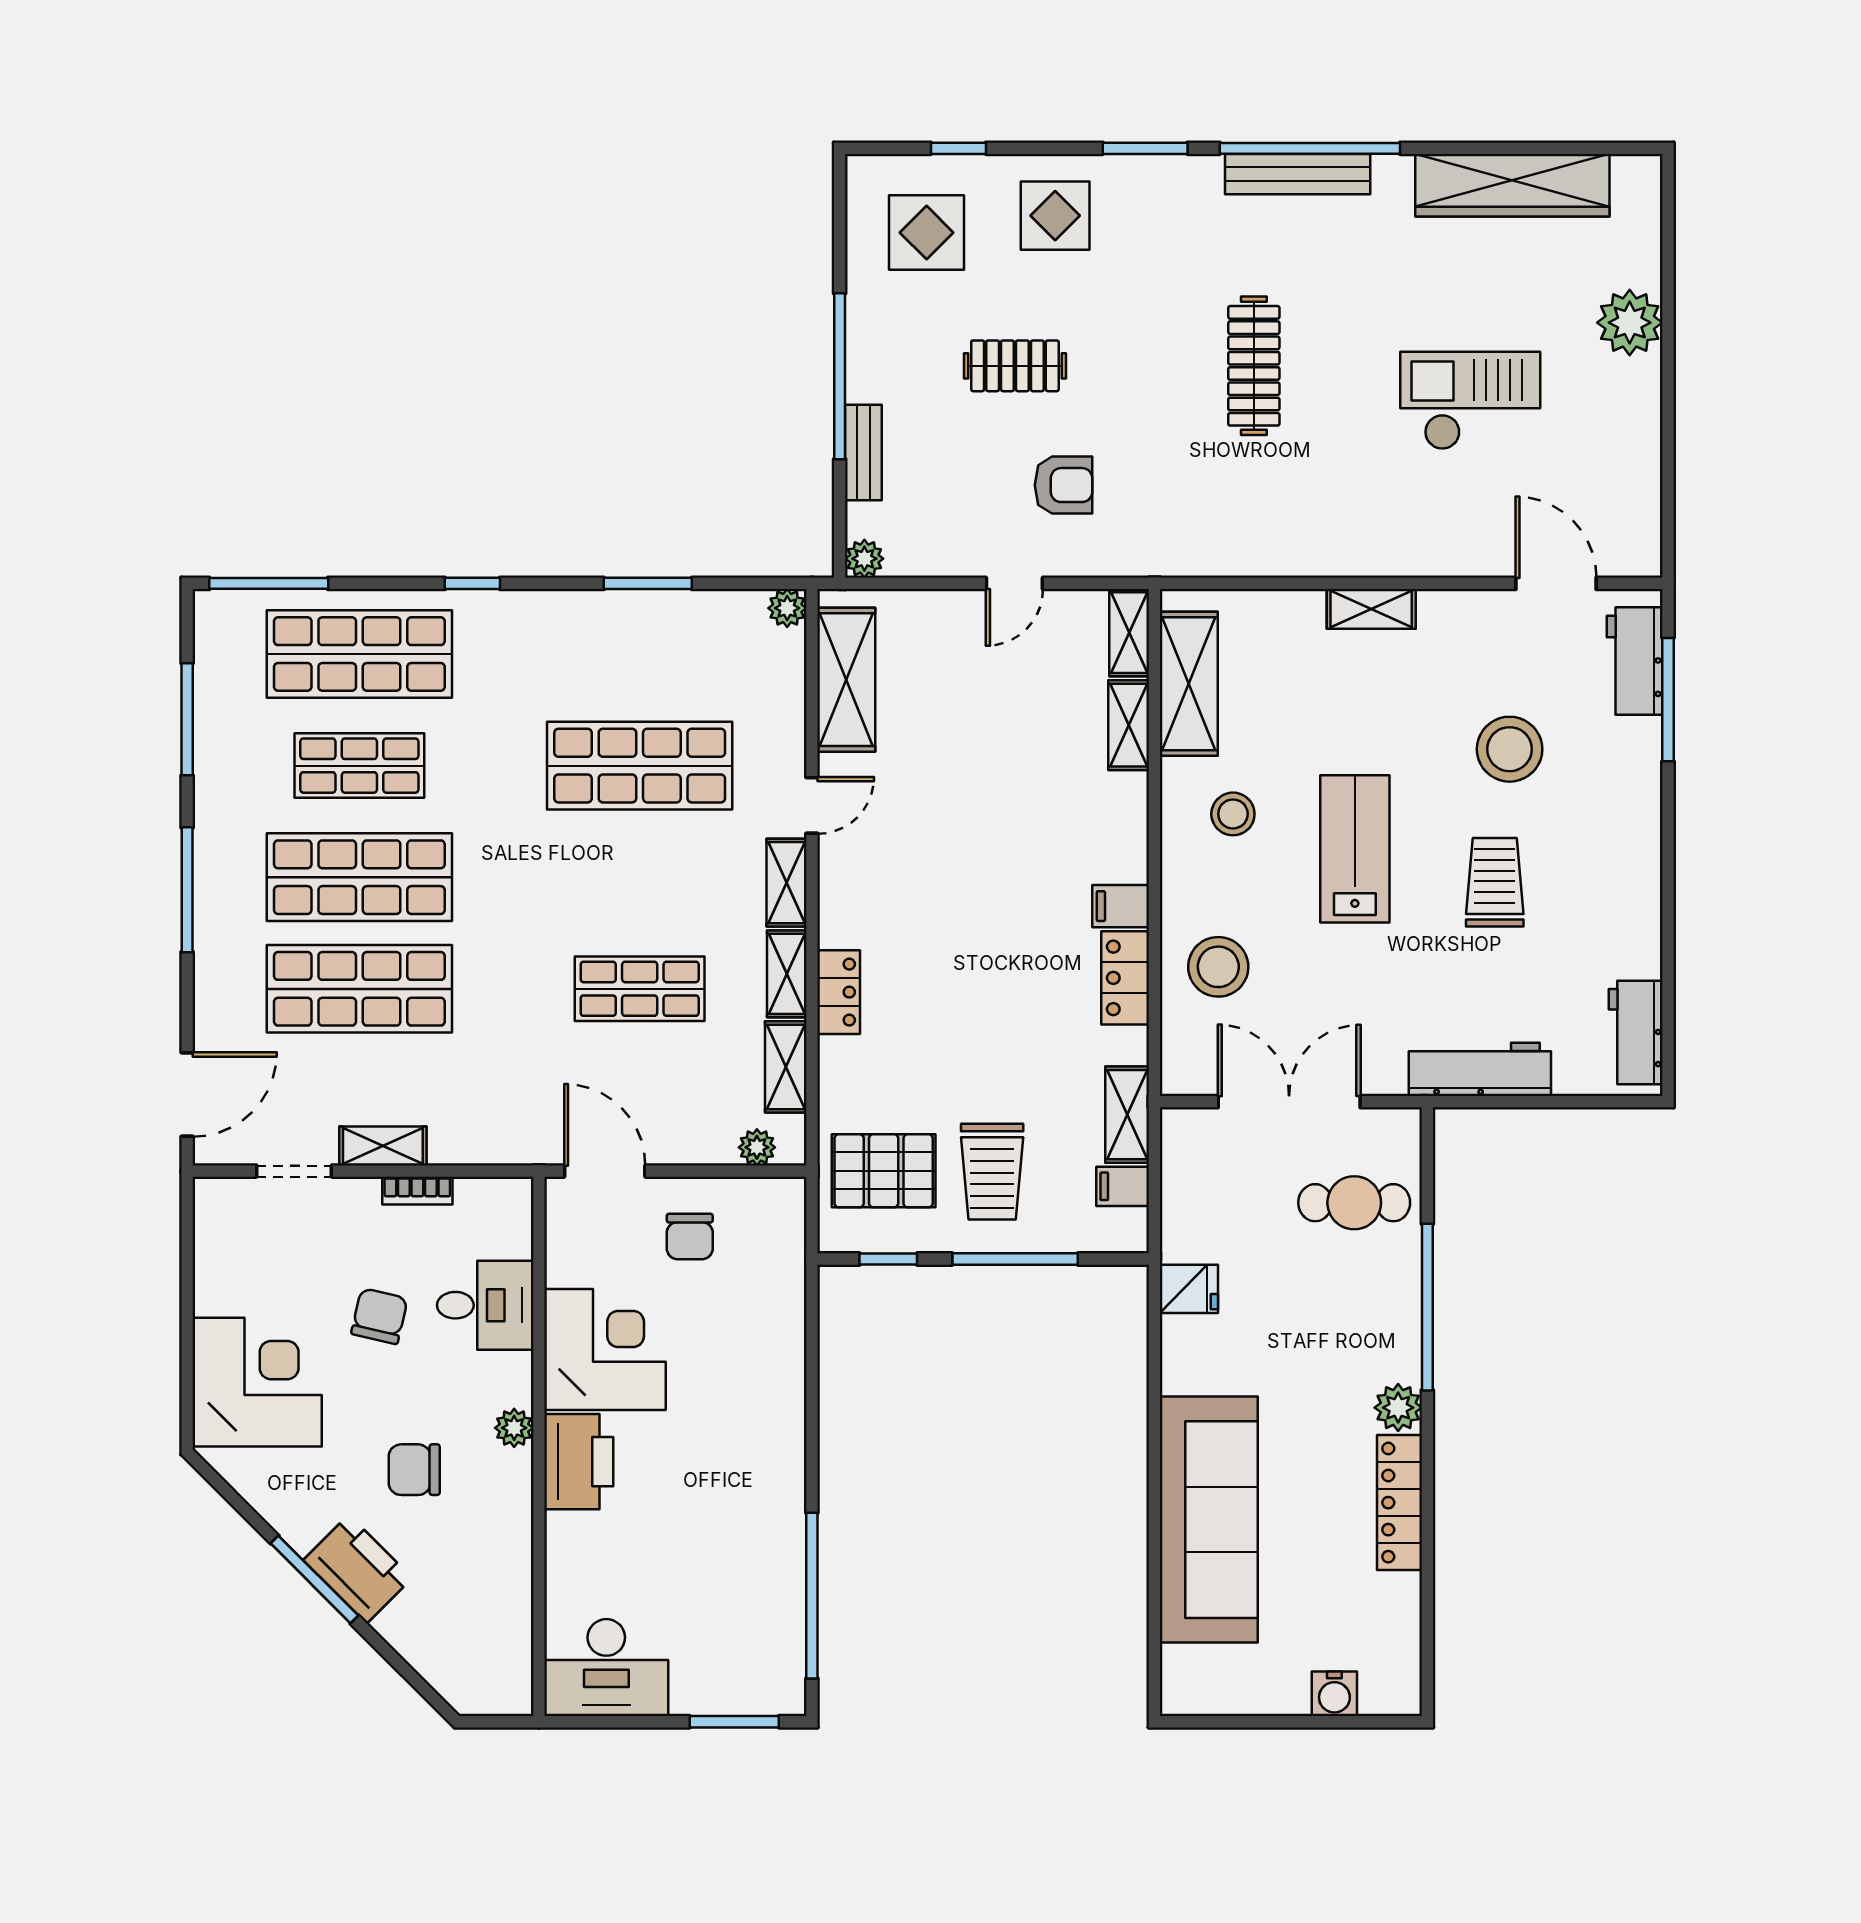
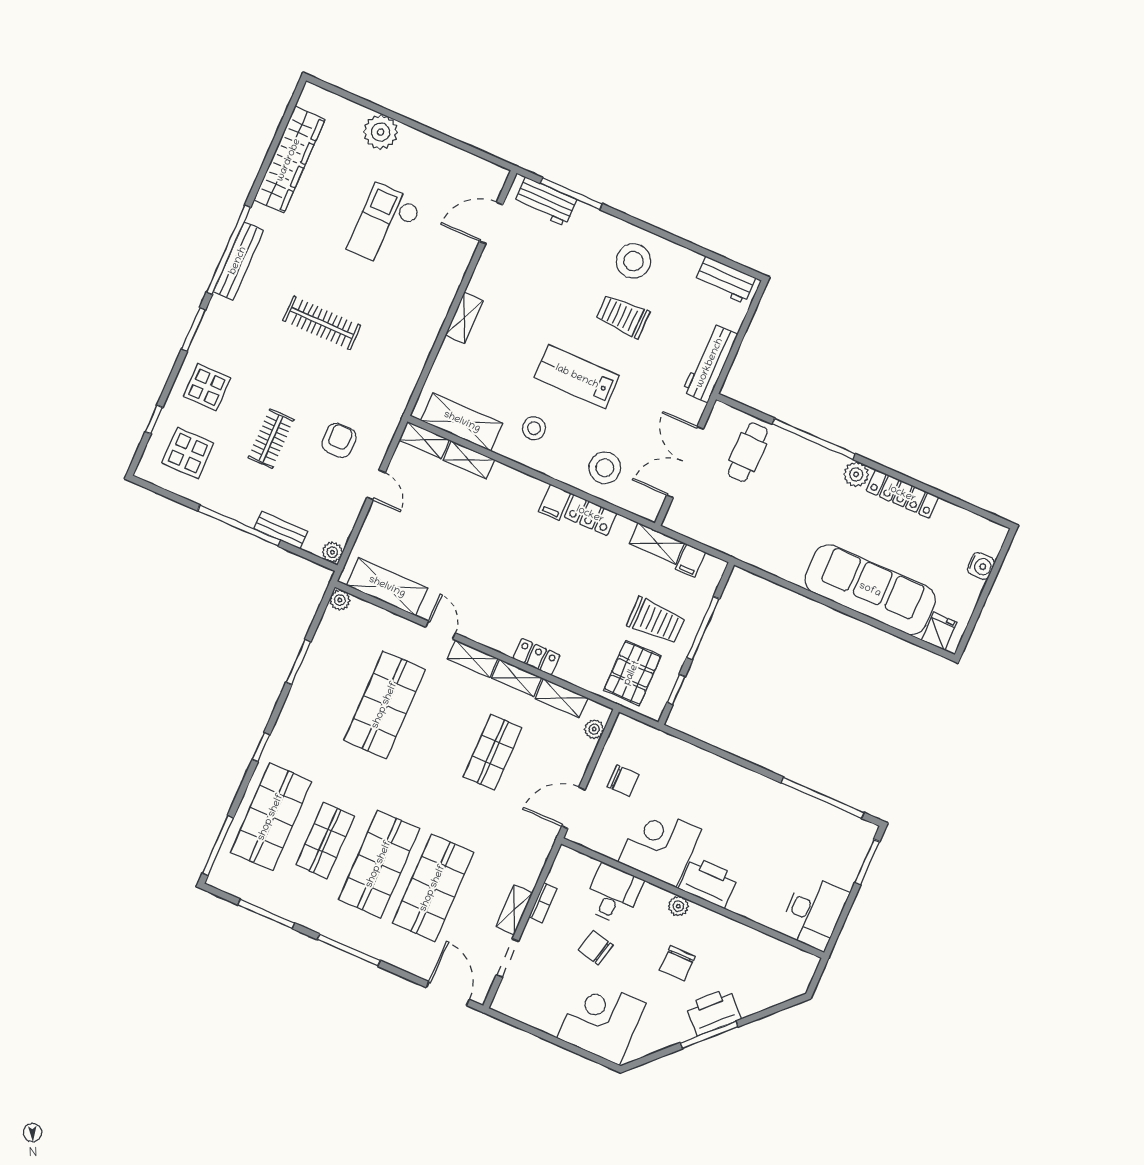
stool: (1510, 749) -> (634, 261), moved
fridge: (1189, 1289) -> (939, 631), moved

